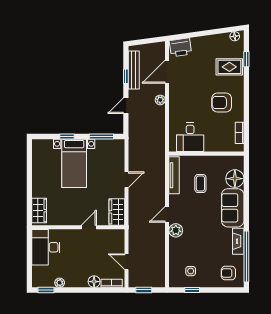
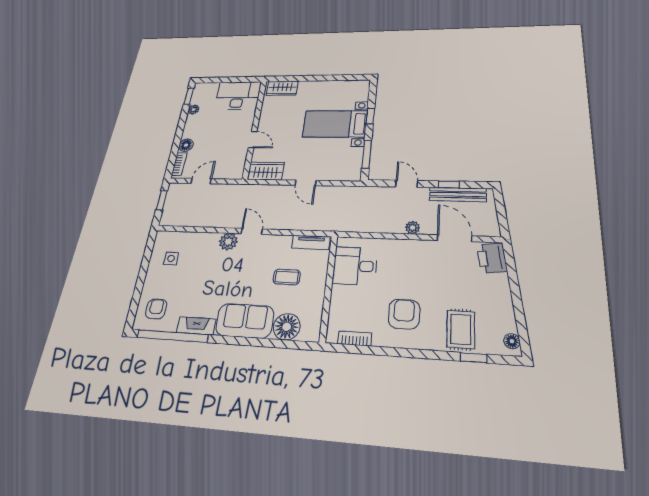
tv unit: (174, 175) -> (311, 242), width x0.71
window: (192, 290) -> (146, 259), removed

